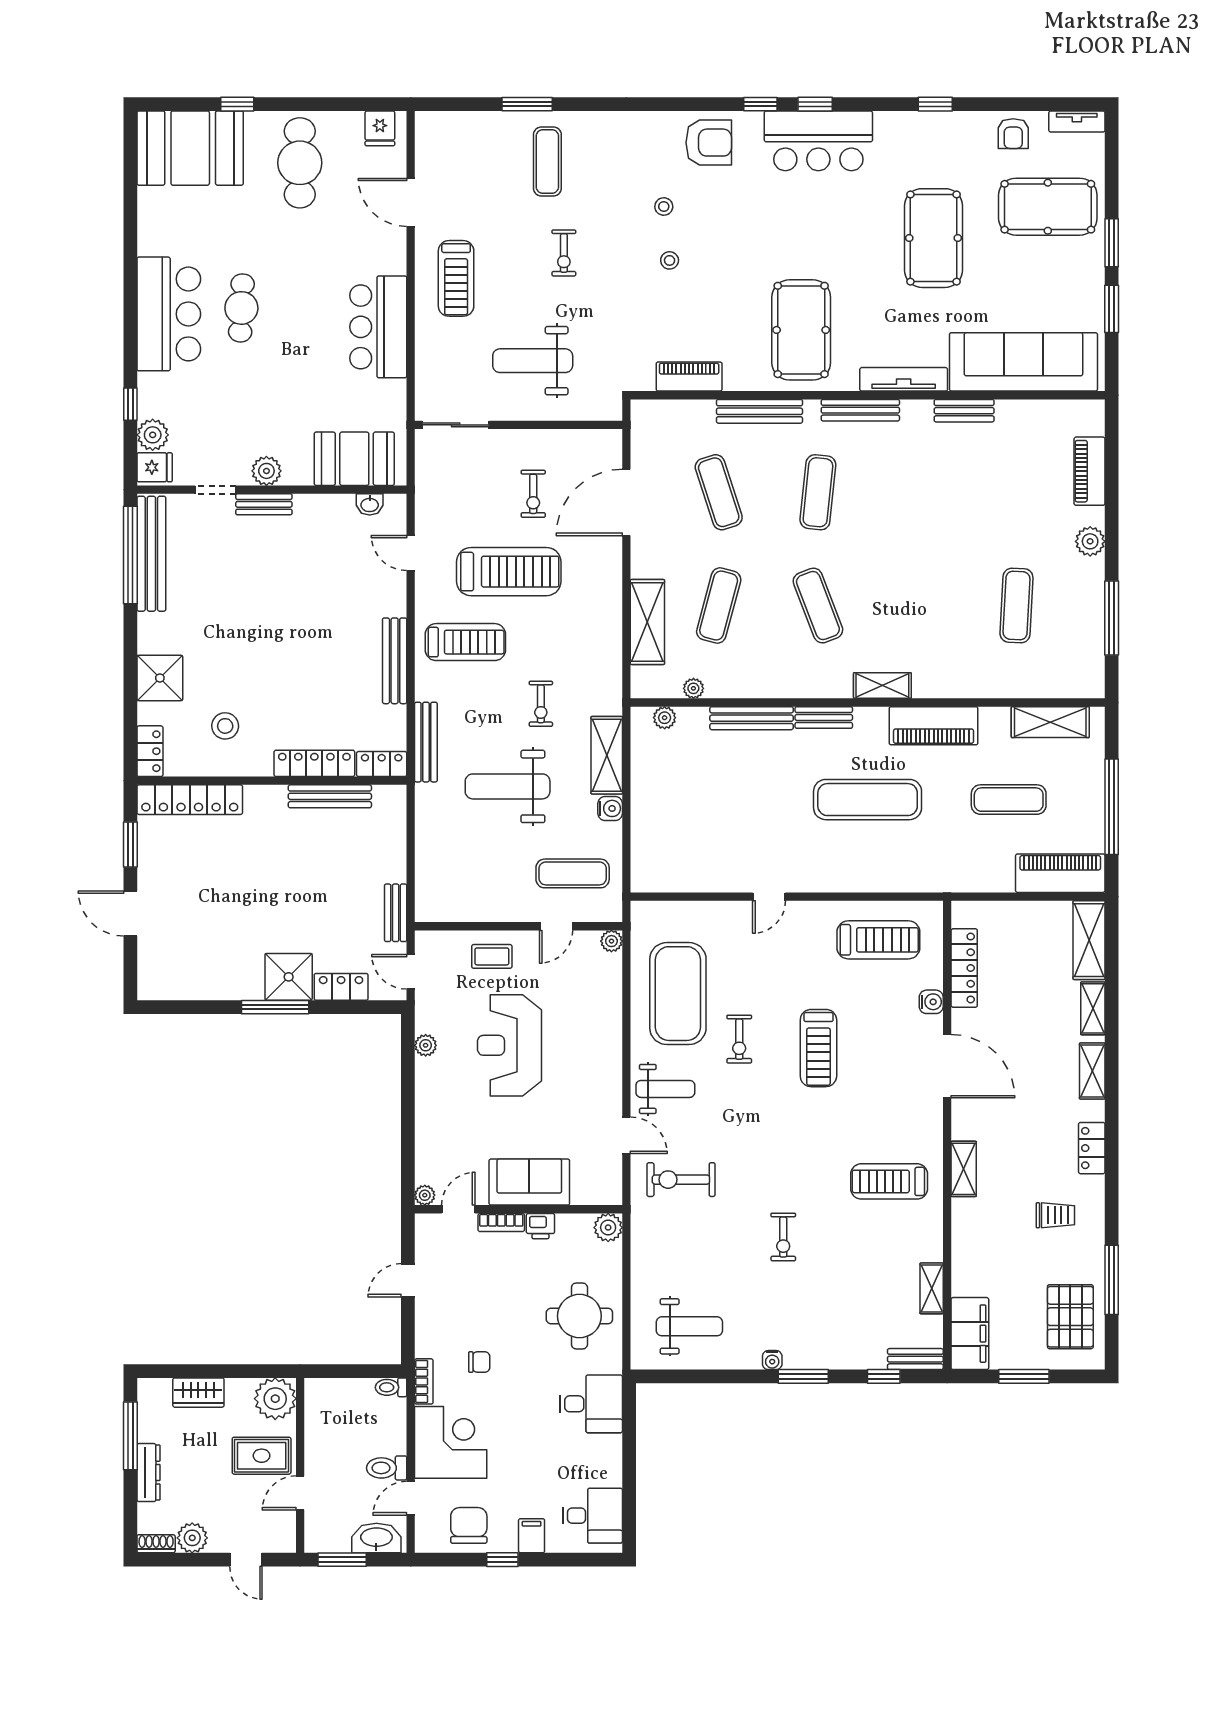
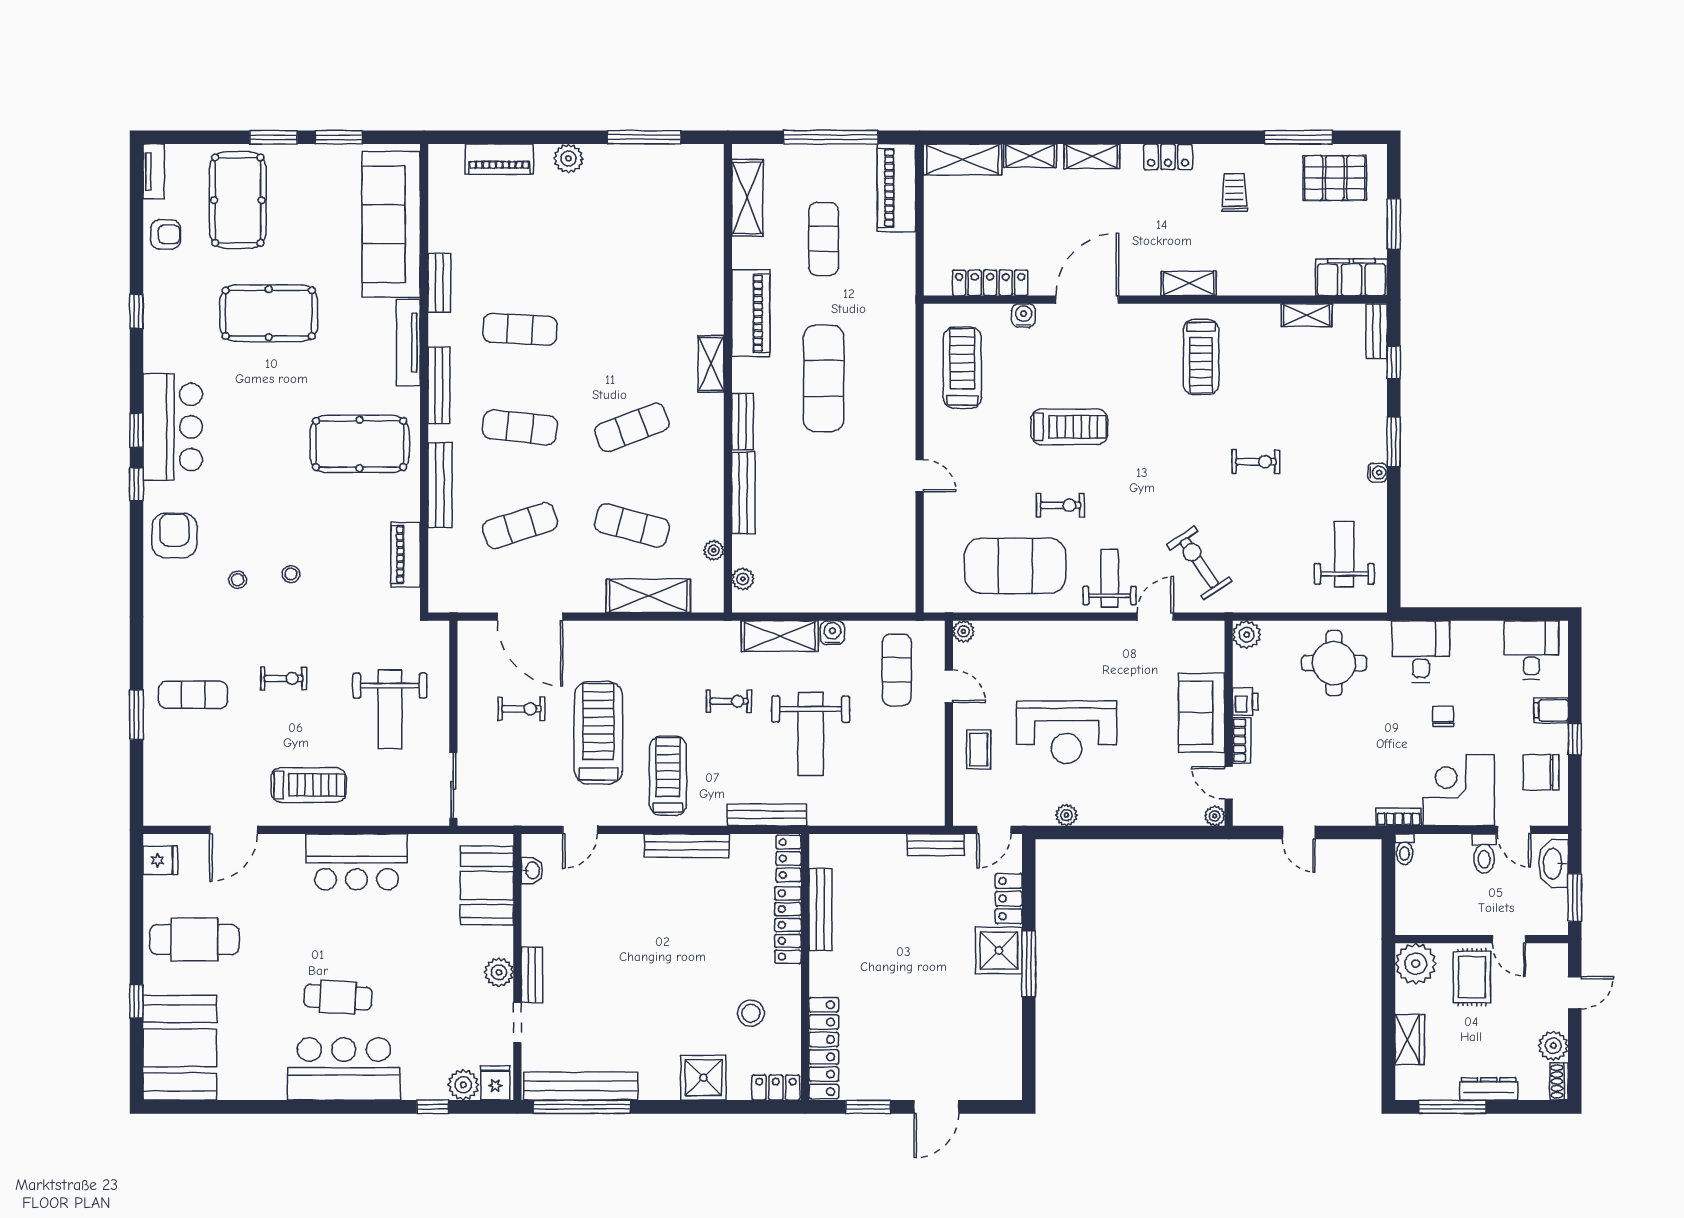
exercise mat: (1016, 606) -> (520, 329), moved
exercise bike: (681, 1180) -> (1199, 563), turned 146
chair: (479, 1362) -> (1443, 716), moved

